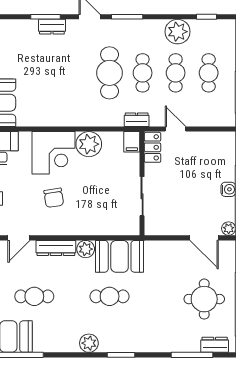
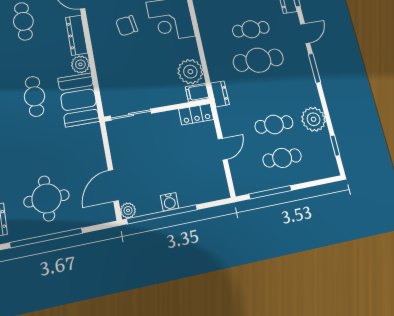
cafe table: (143, 73) -> (251, 29), moved
door: (176, 129) -> (223, 149), moved
plant: (89, 144) -> (190, 72), moved
sliding door: (142, 196) -> (131, 115), moved

